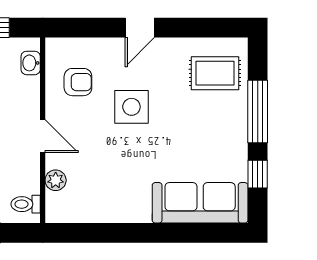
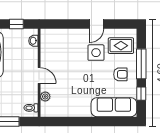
door: (140, 28) -> (97, 24), moved
armchair: (78, 82) -> (120, 74), moved
side table: (131, 107) -> (96, 53), moved

